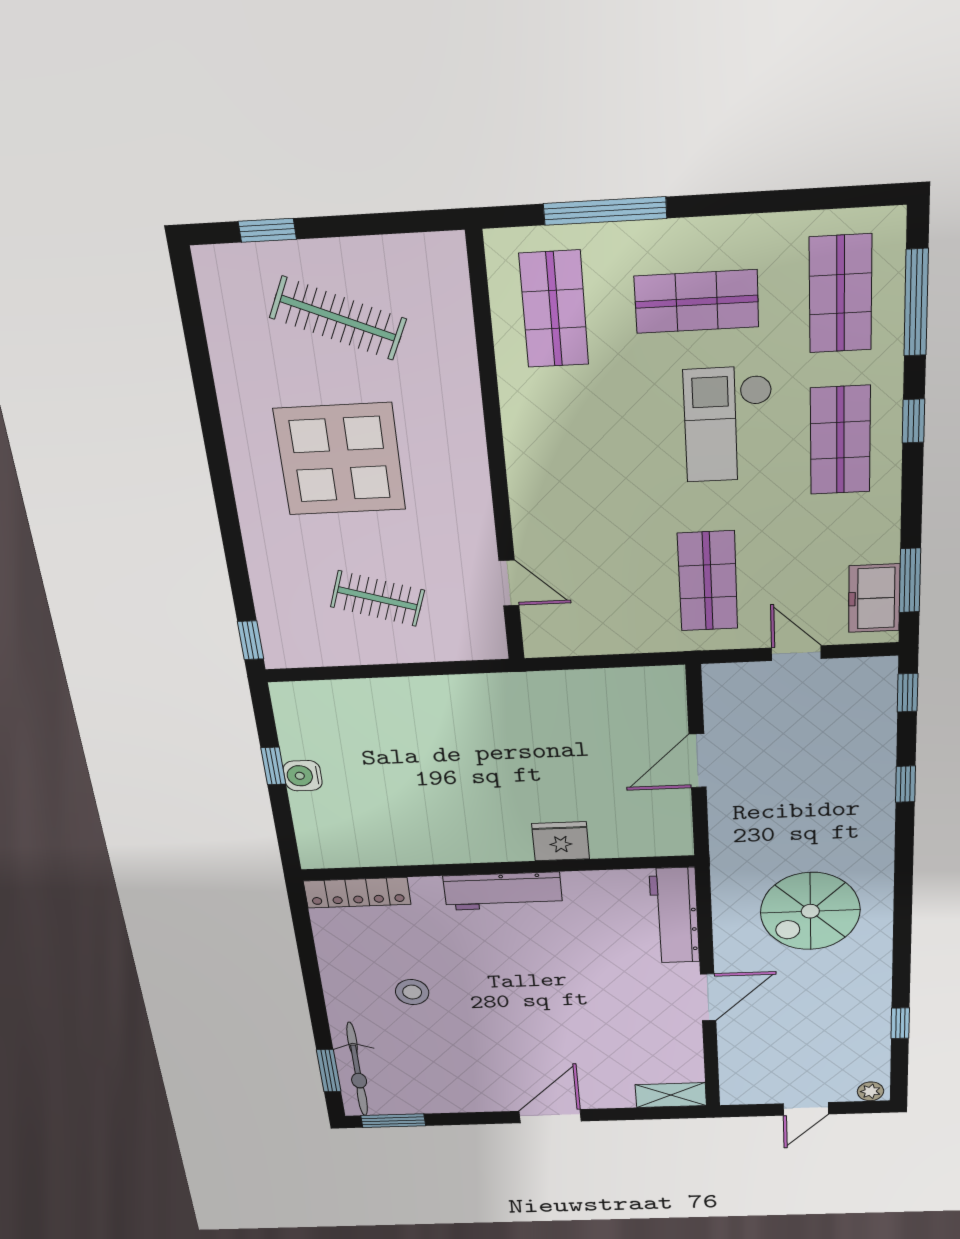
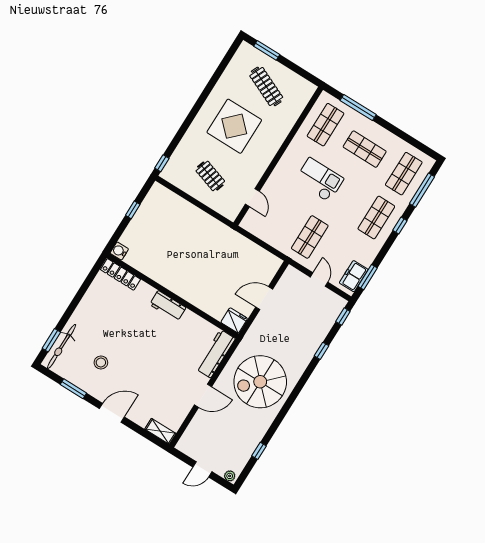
window: (267, 230) -> (267, 50), width x1.50
checkout: (729, 424) -> (319, 180), moved, turned 90
water cooler: (303, 776) -> (119, 251), moved
fridge: (561, 841) -> (234, 320), moved
workbench: (503, 891) -> (168, 306), width x0.73
spiral stairs: (810, 911) -> (260, 382), width x1.37, depth x1.37
stool: (412, 992) -> (101, 363), moved
window: (393, 1121) -> (73, 389), moved

